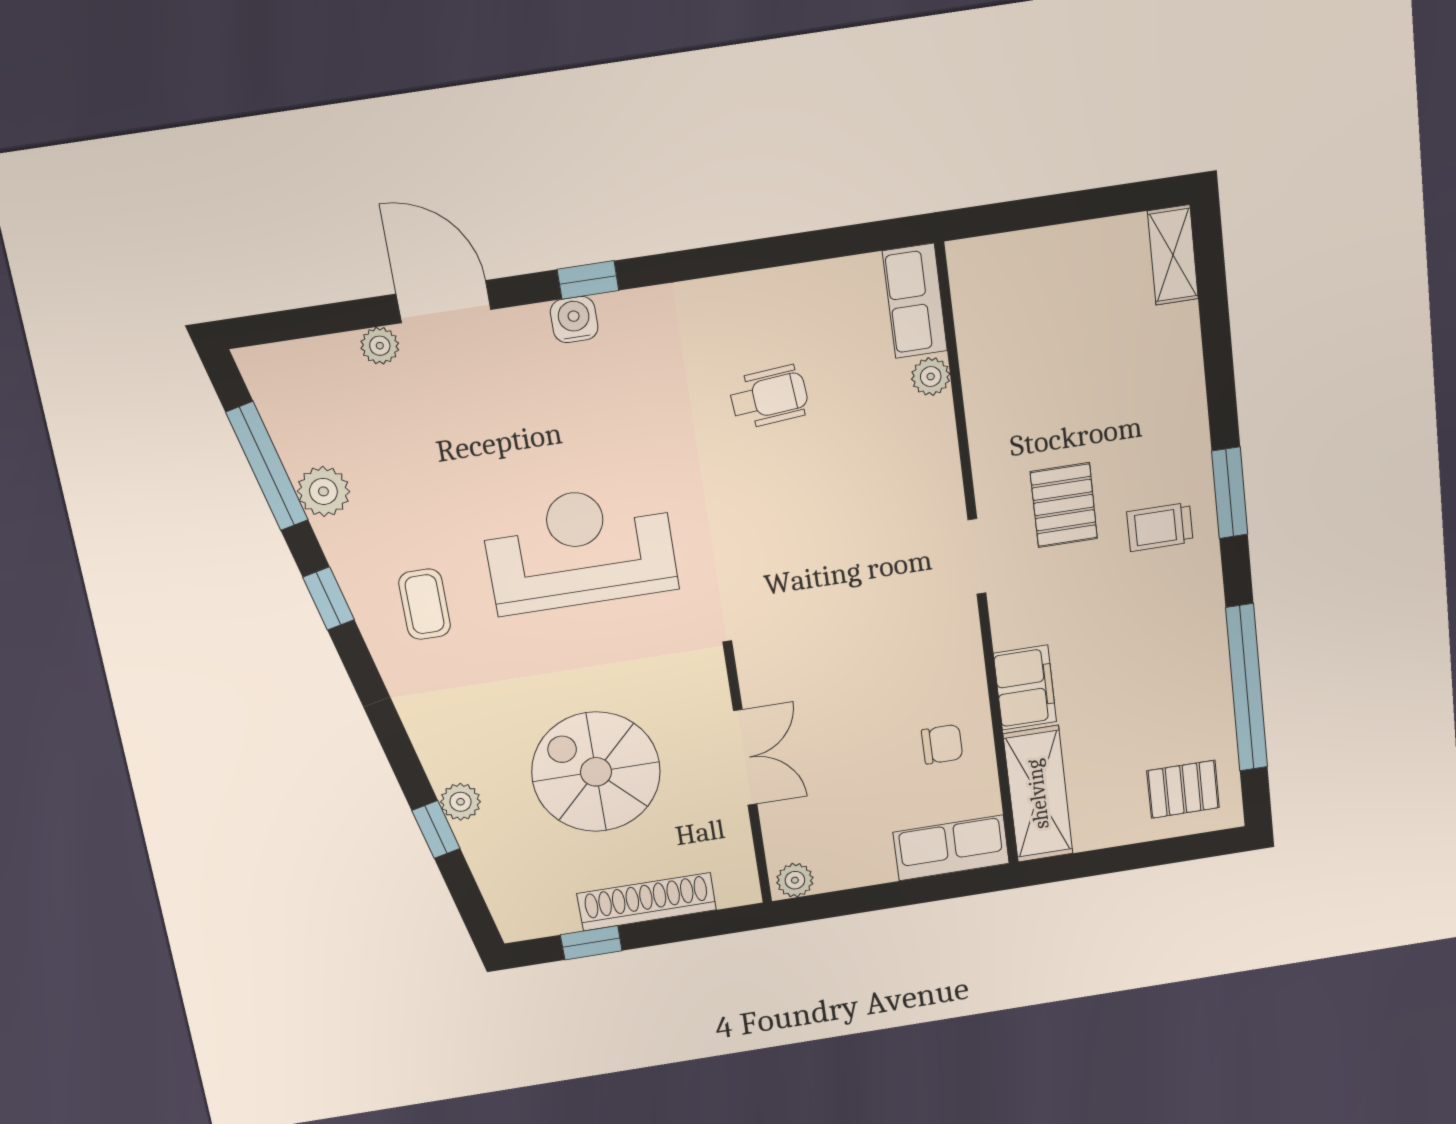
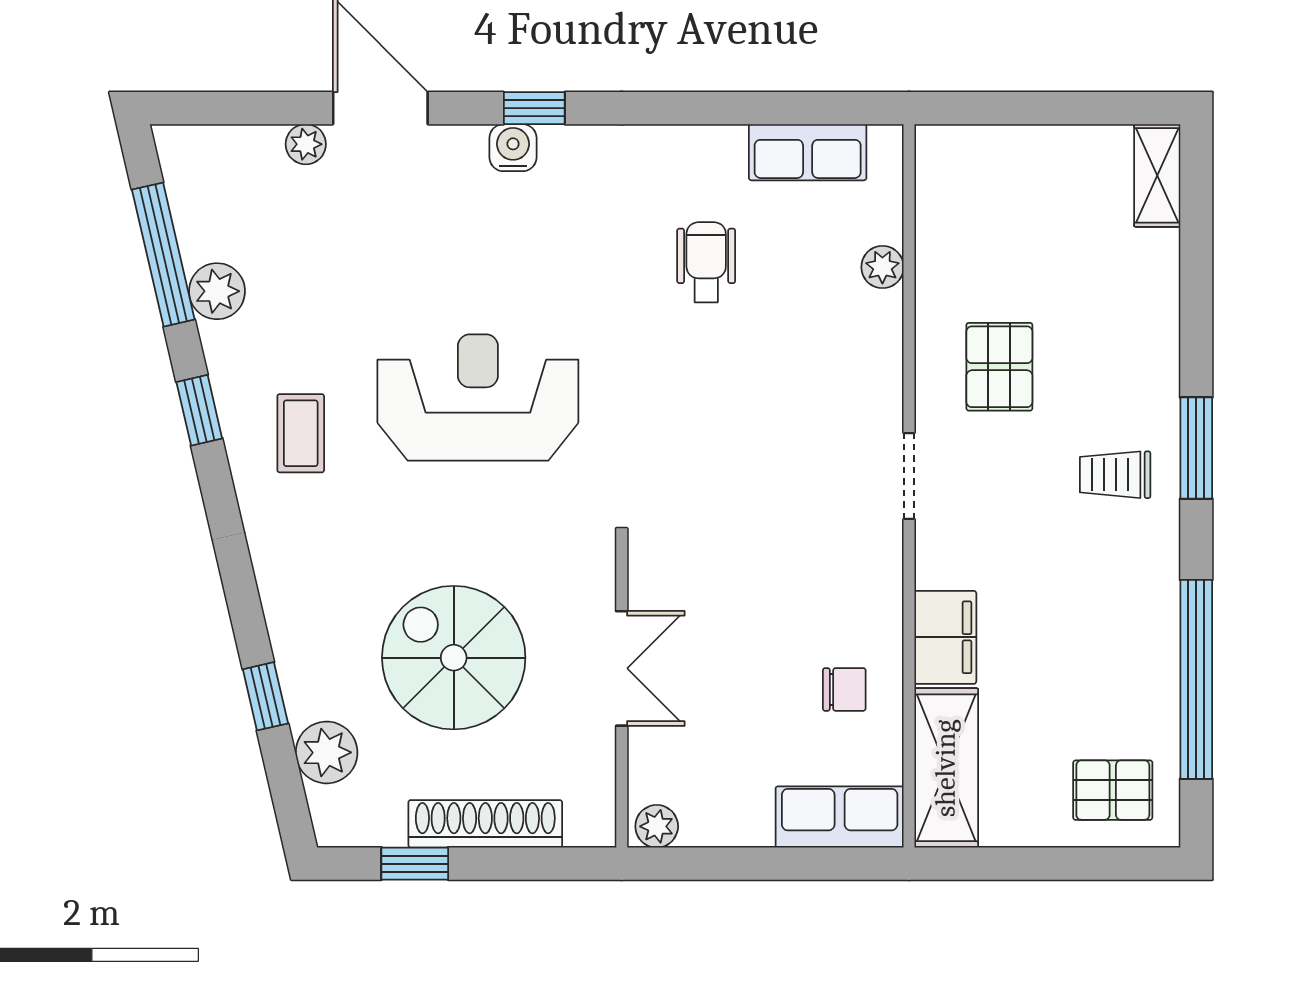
row of seats: (915, 301) -> (808, 152), moved, turned -90
wheelchair: (769, 397) -> (706, 262), turned -85
pallet: (1064, 505) -> (999, 367), moved
plant: (460, 802) -> (327, 752), moved, width x1.38, depth x1.38

